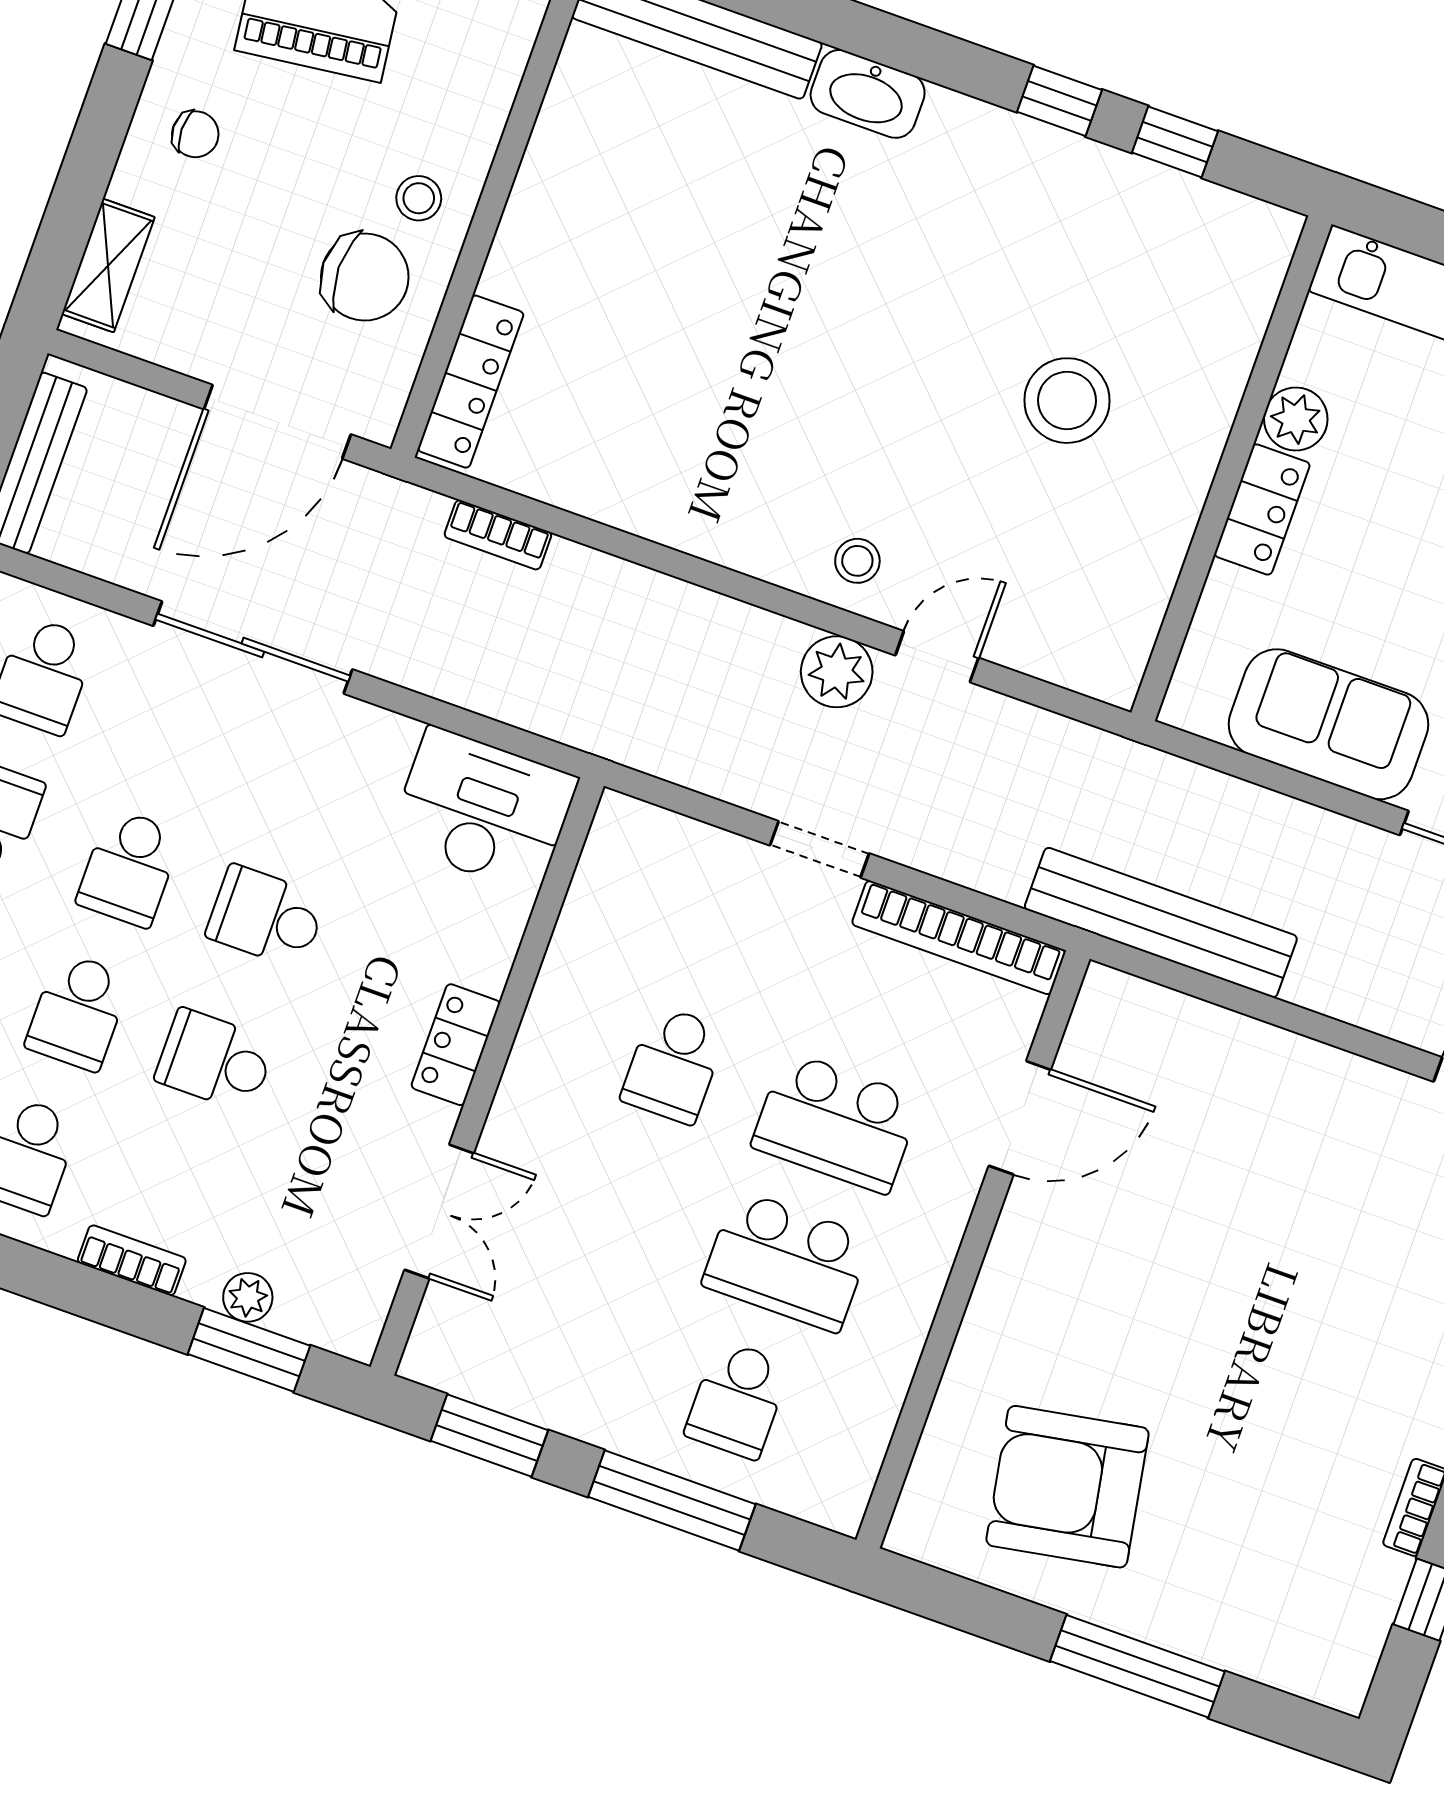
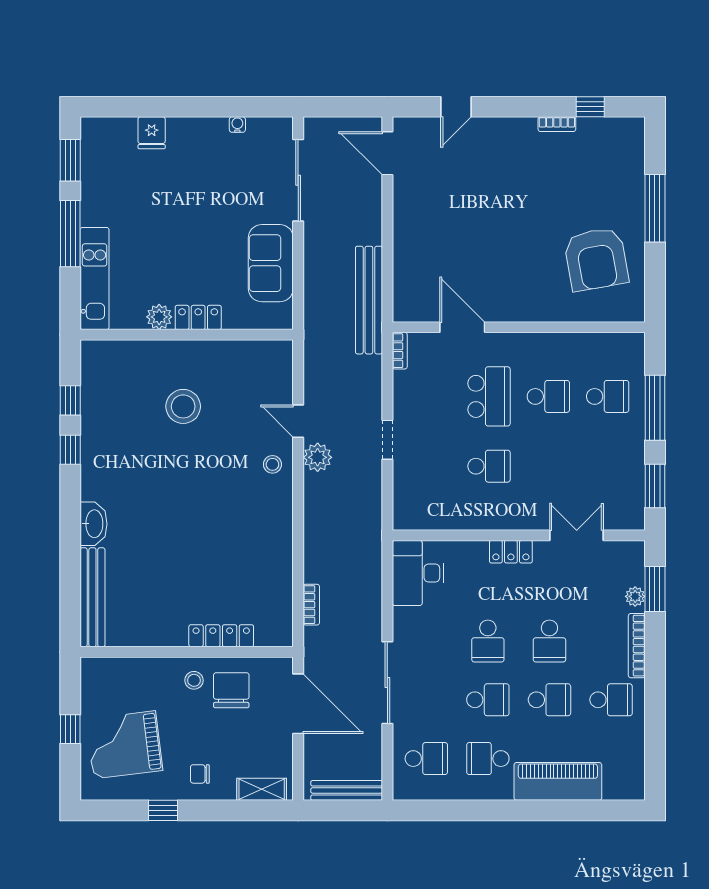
chair: (195, 134) -> (200, 774), turned -90
locker: (471, 382) -> (221, 636), moved
bookcase: (959, 937) -> (400, 351), width x0.43, depth x0.76
bookcase: (132, 1260) -> (637, 646), width x1.56
school desk: (787, 1261) -> (548, 396), width x0.54

